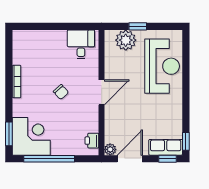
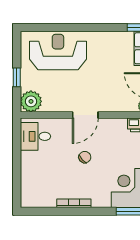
plant: (126, 40) -> (31, 101), moved
door: (102, 92) -> (85, 115), swing flipped

